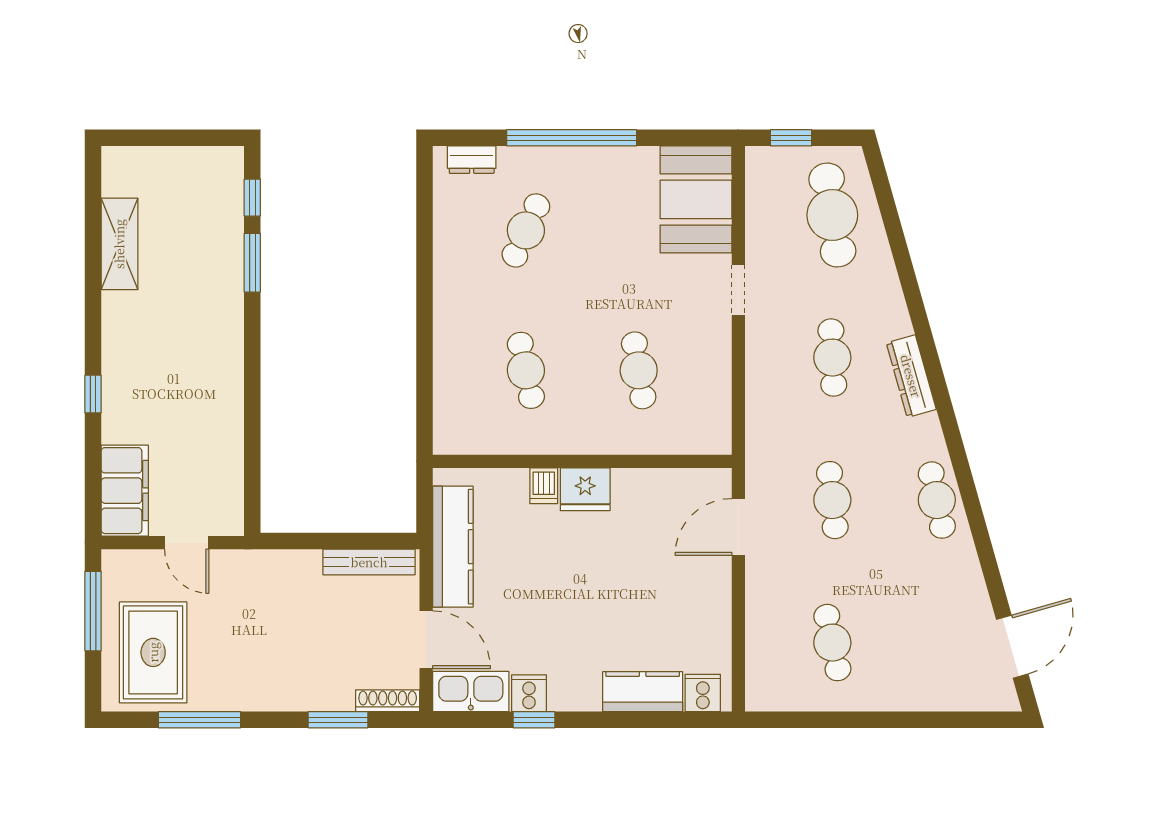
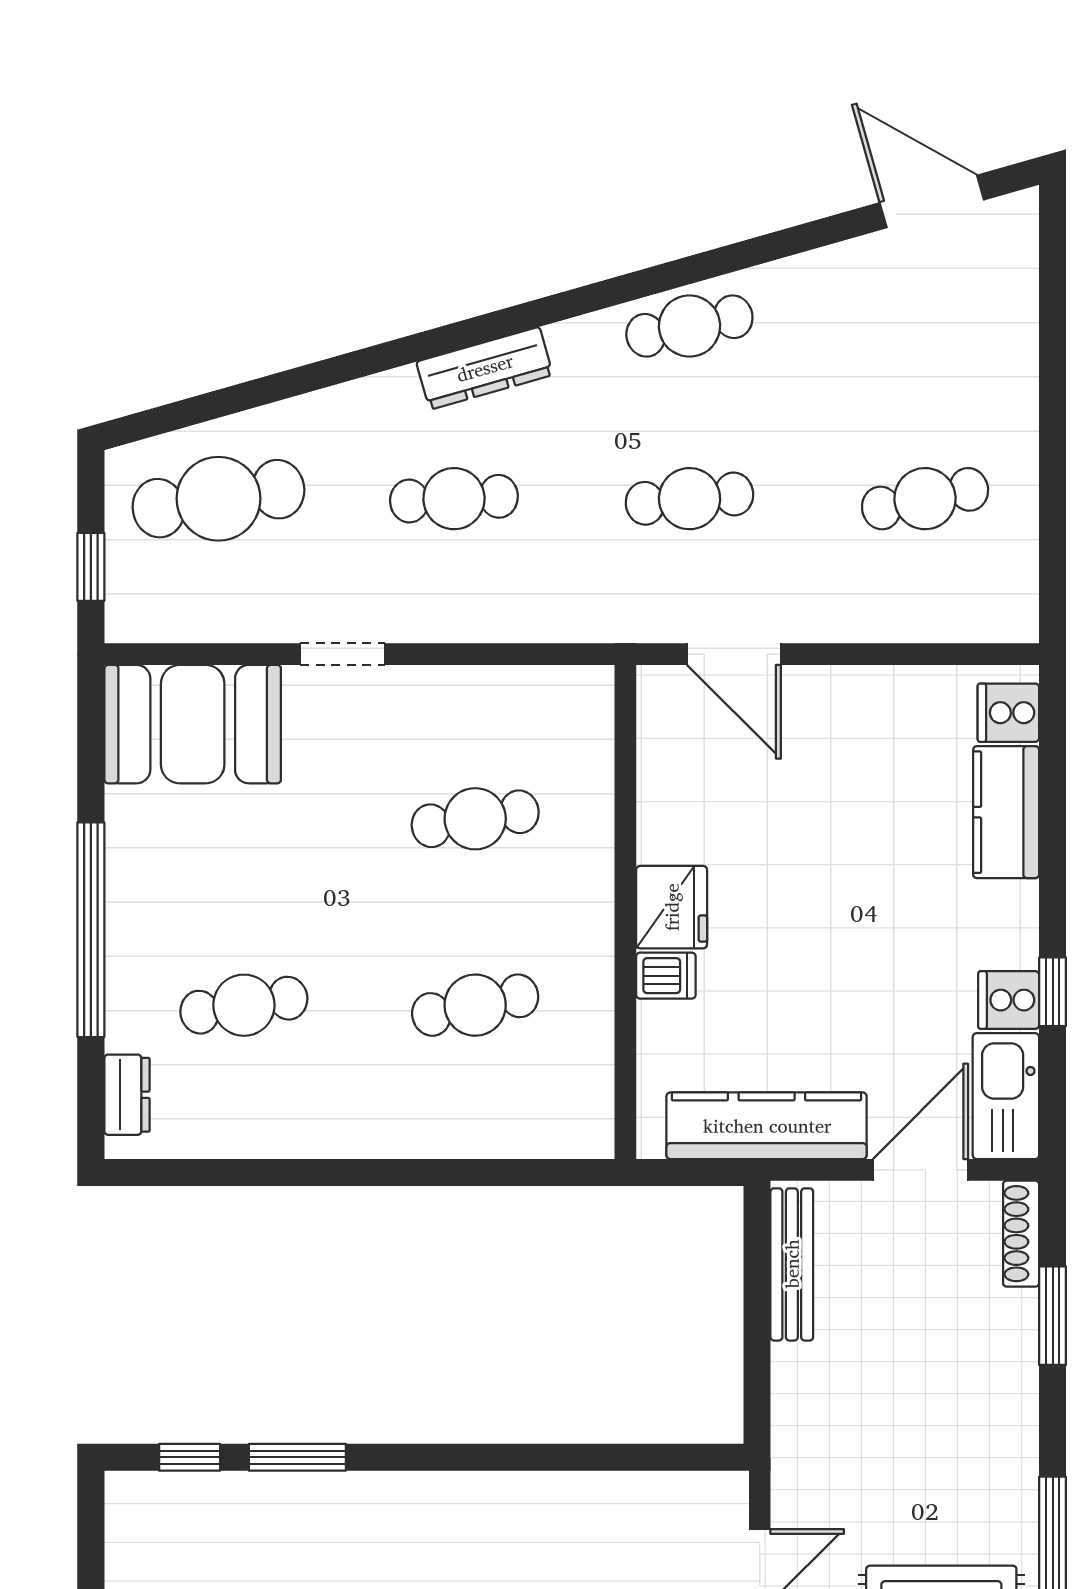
cafe table: (526, 230) -> (244, 1005), turned -33

